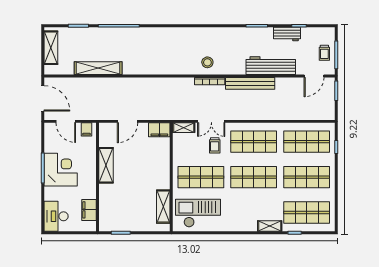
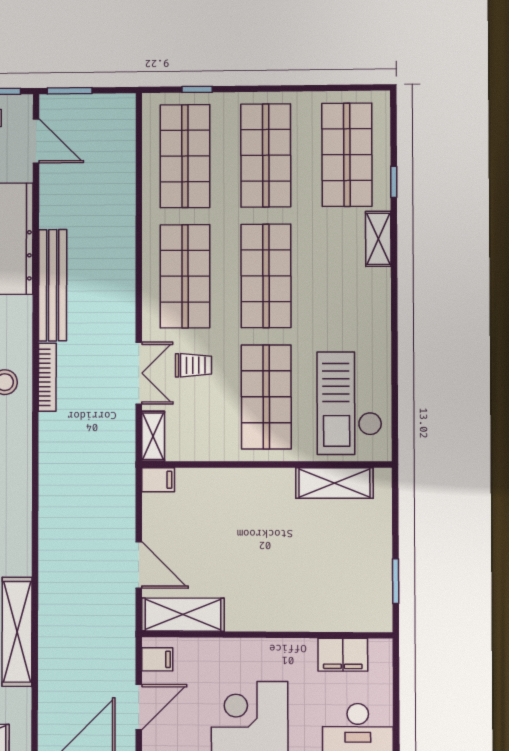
filing cabinet: (159, 130) -> (158, 480), width x0.50
shelving: (106, 165) -> (183, 615), moved

